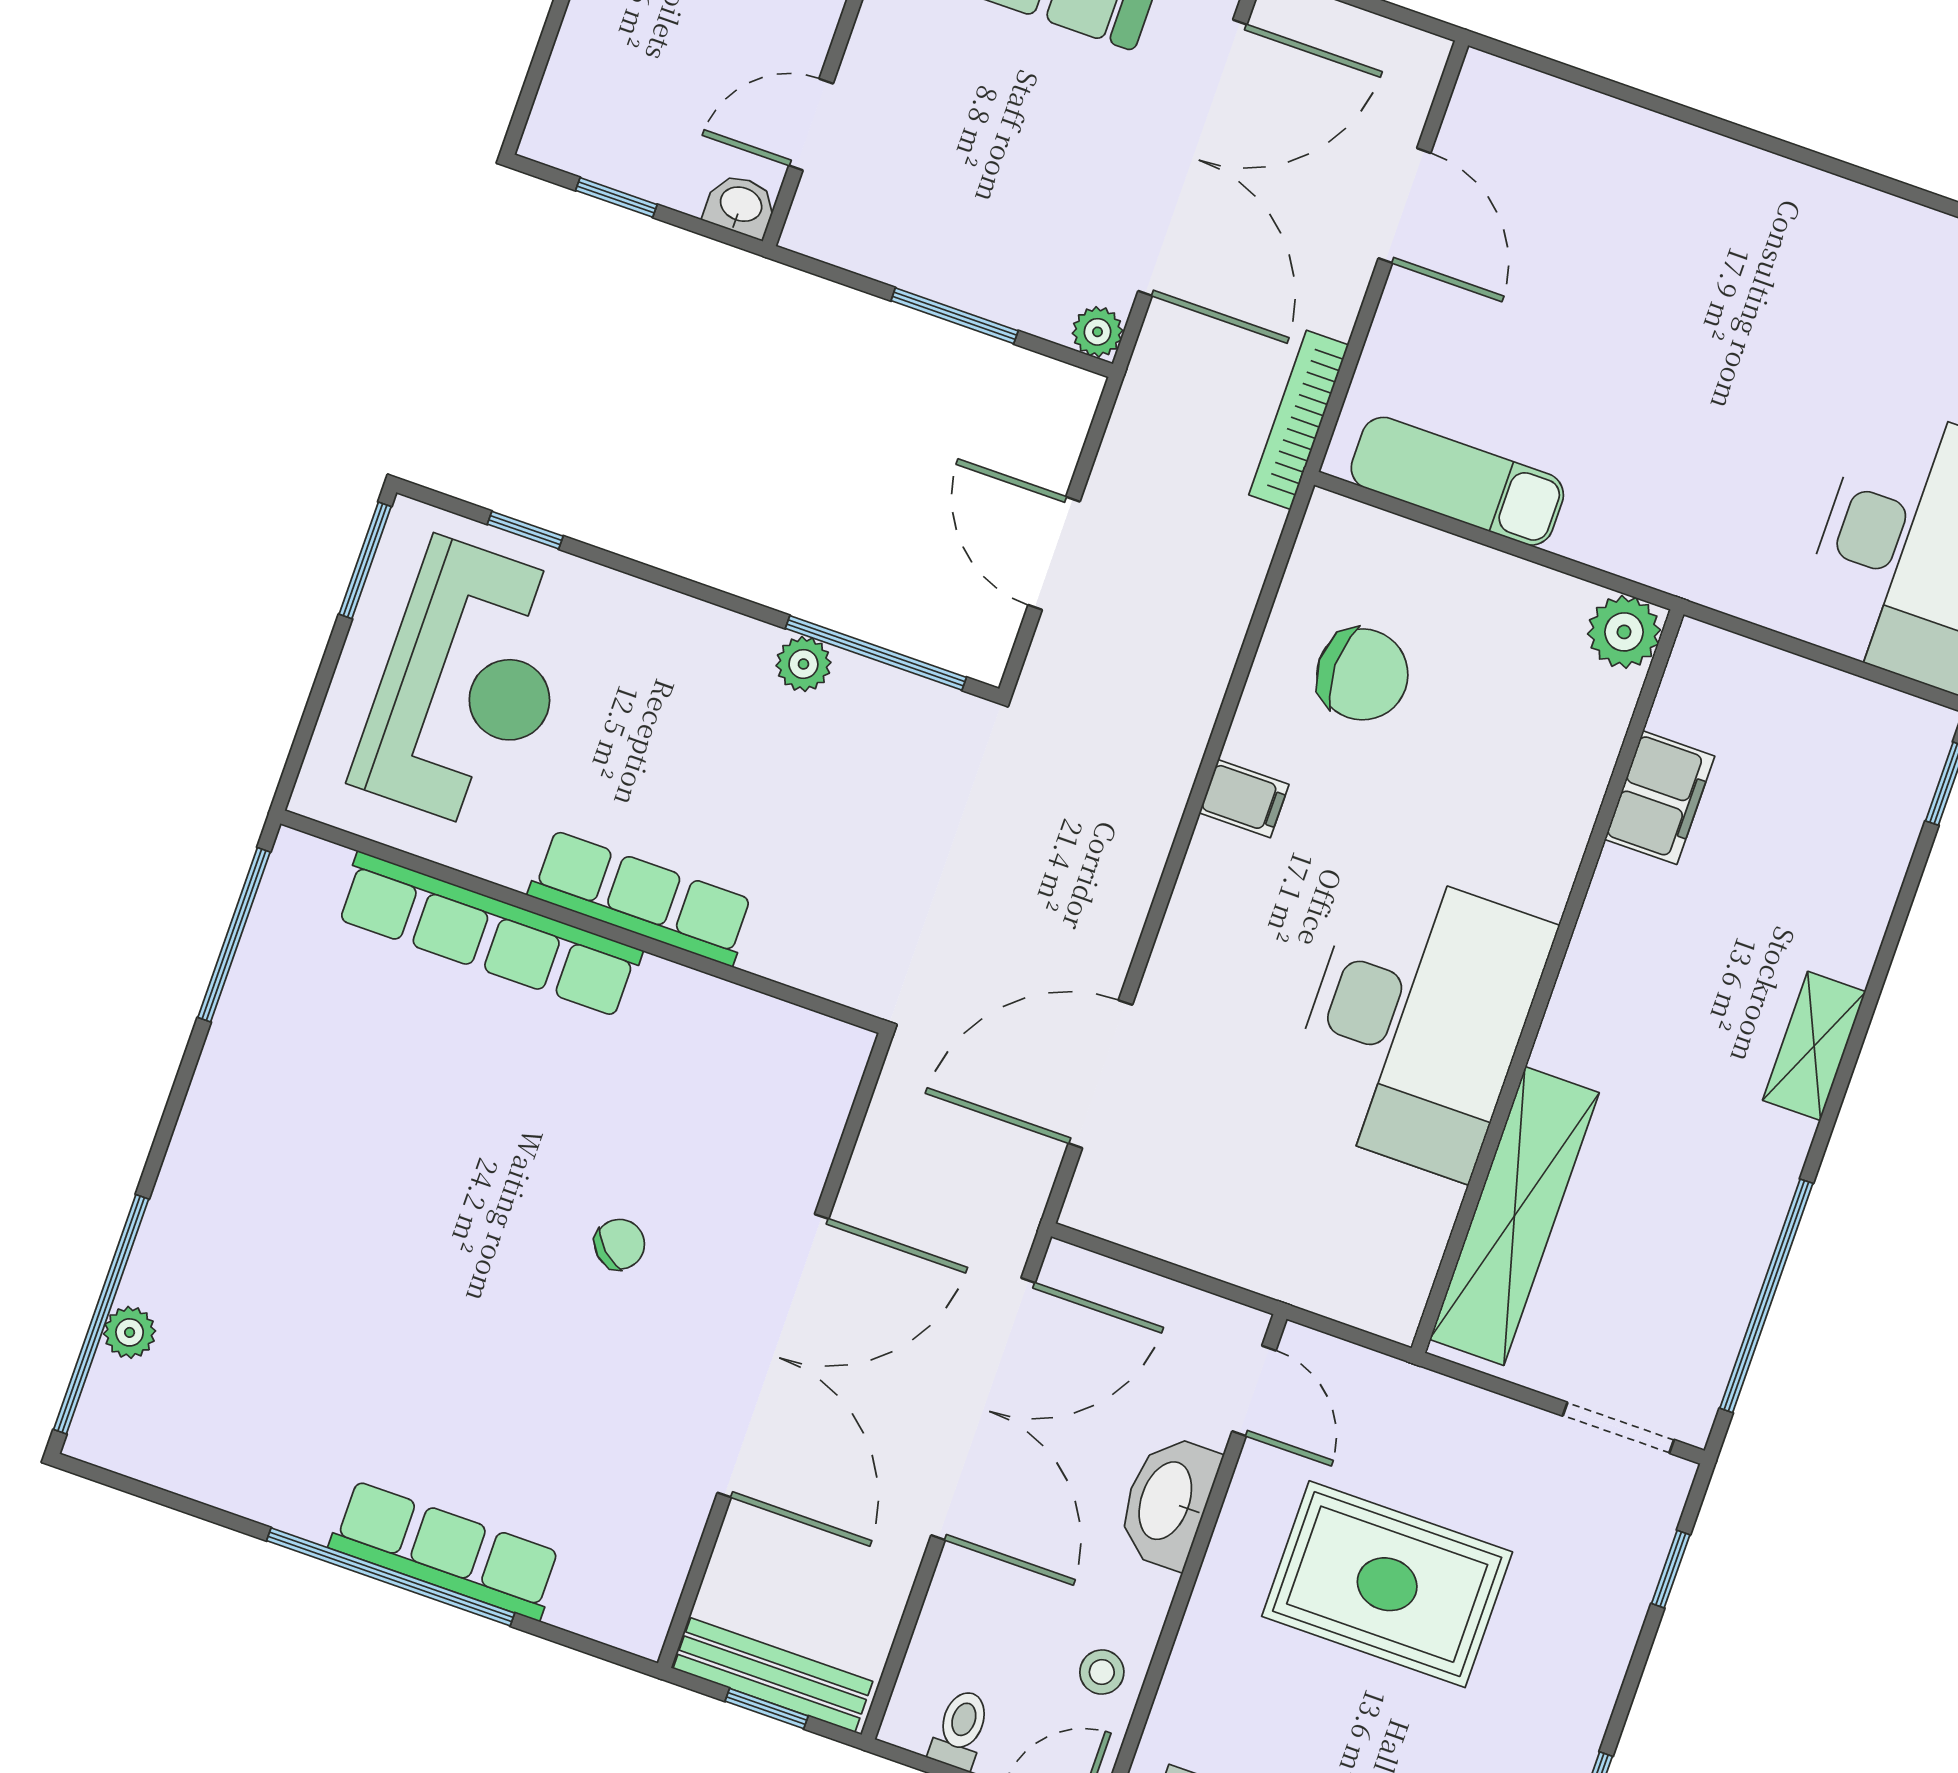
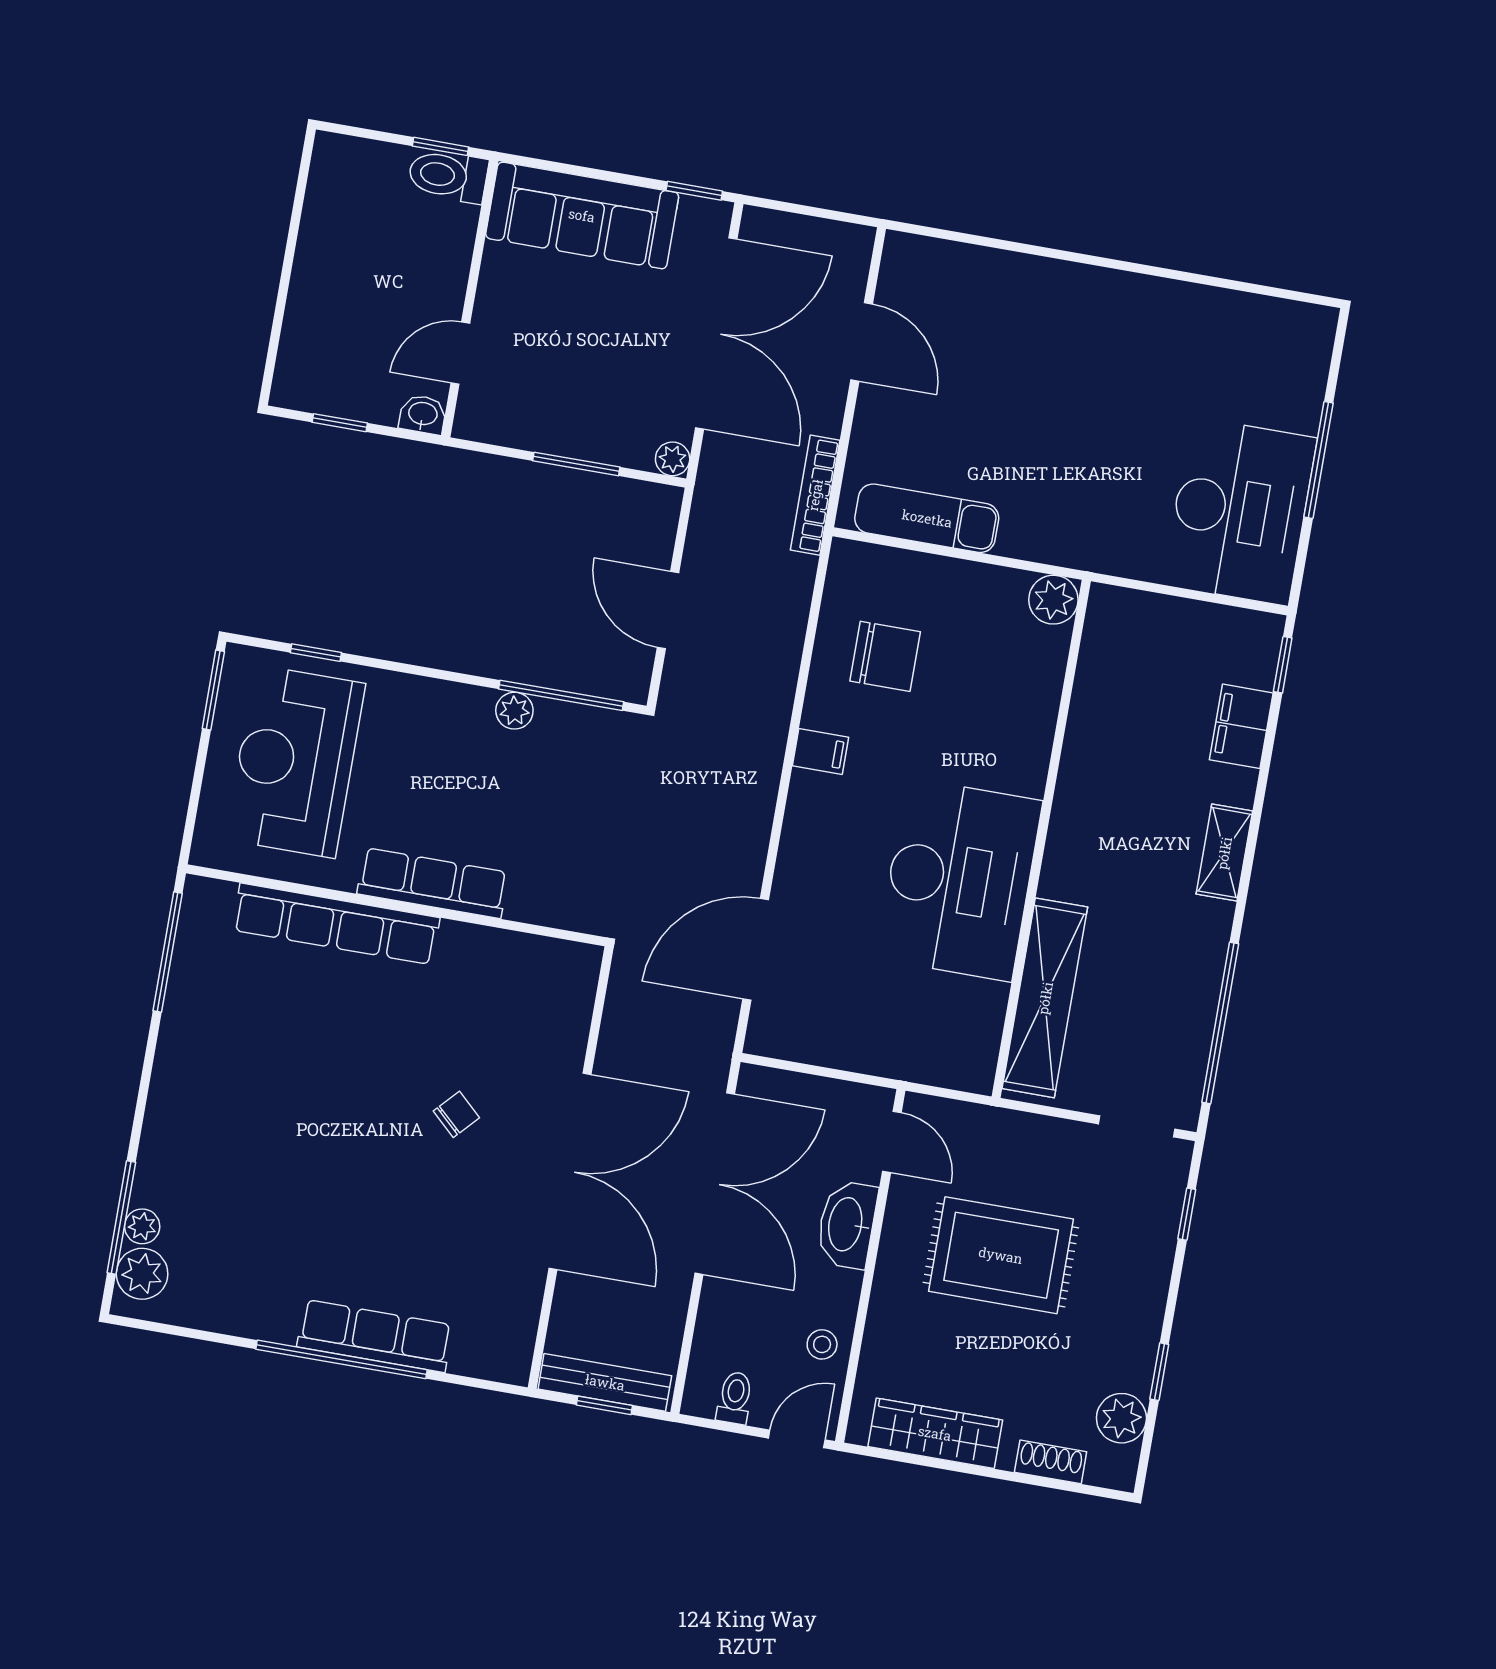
reception desk: (468, 685) -> (295, 762), turned 180
filing cabinet: (1660, 798) -> (1241, 726), moved, turned 180
window: (101, 1314) -> (121, 1217), width x0.68
plant: (118, 1402) -> (142, 1274), added

